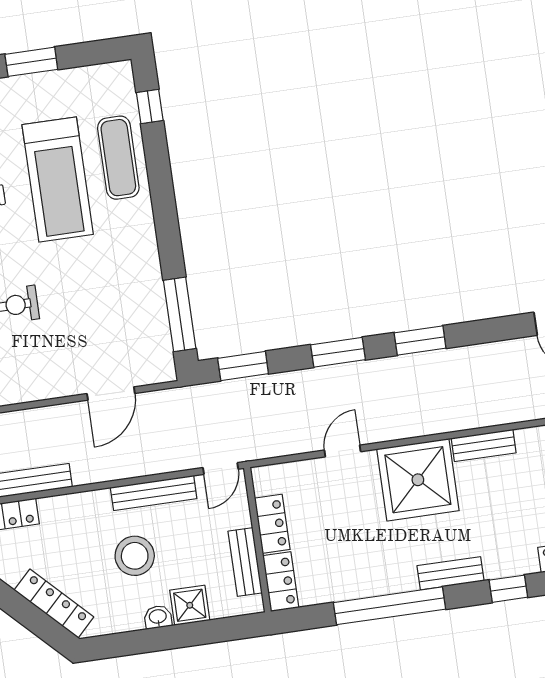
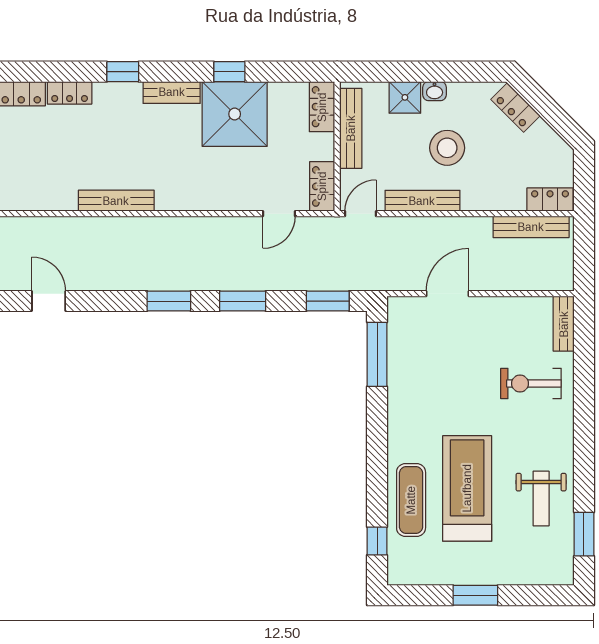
bench: (484, 445) -> (116, 201), width x1.36
door: (343, 451) -> (279, 214), moved
shower: (418, 480) -> (235, 114), moved
locker: (272, 524) -> (322, 186), moved
bench: (245, 562) -> (351, 128), width x1.36
locker: (54, 604) -> (515, 107), width x0.66
window: (390, 606) -> (229, 72), width x0.32

